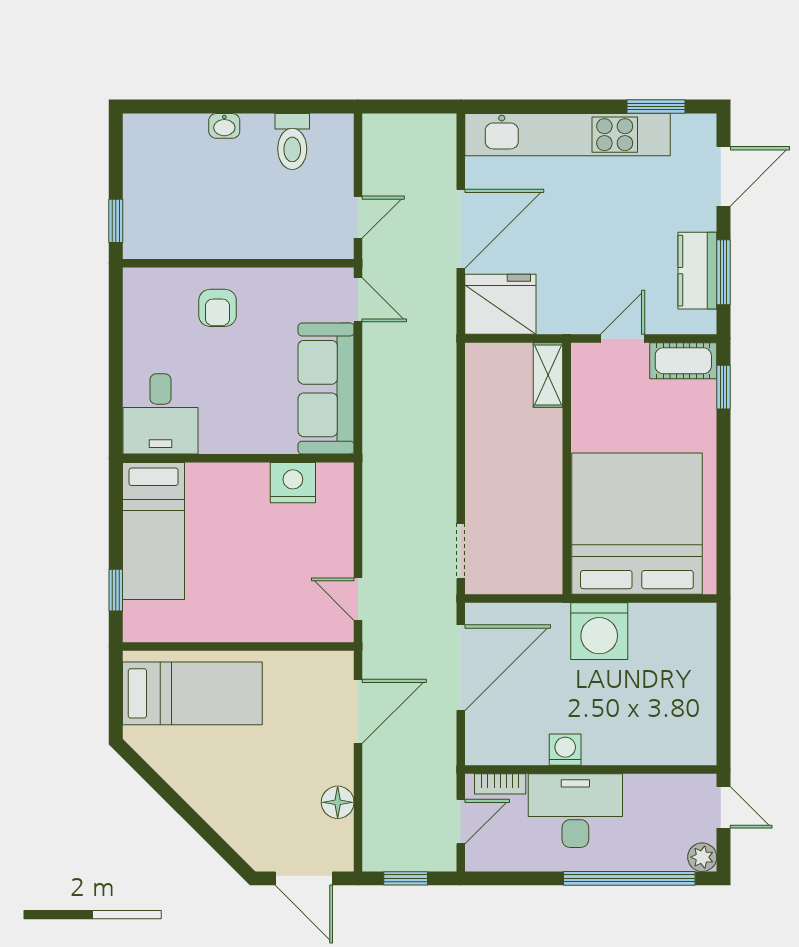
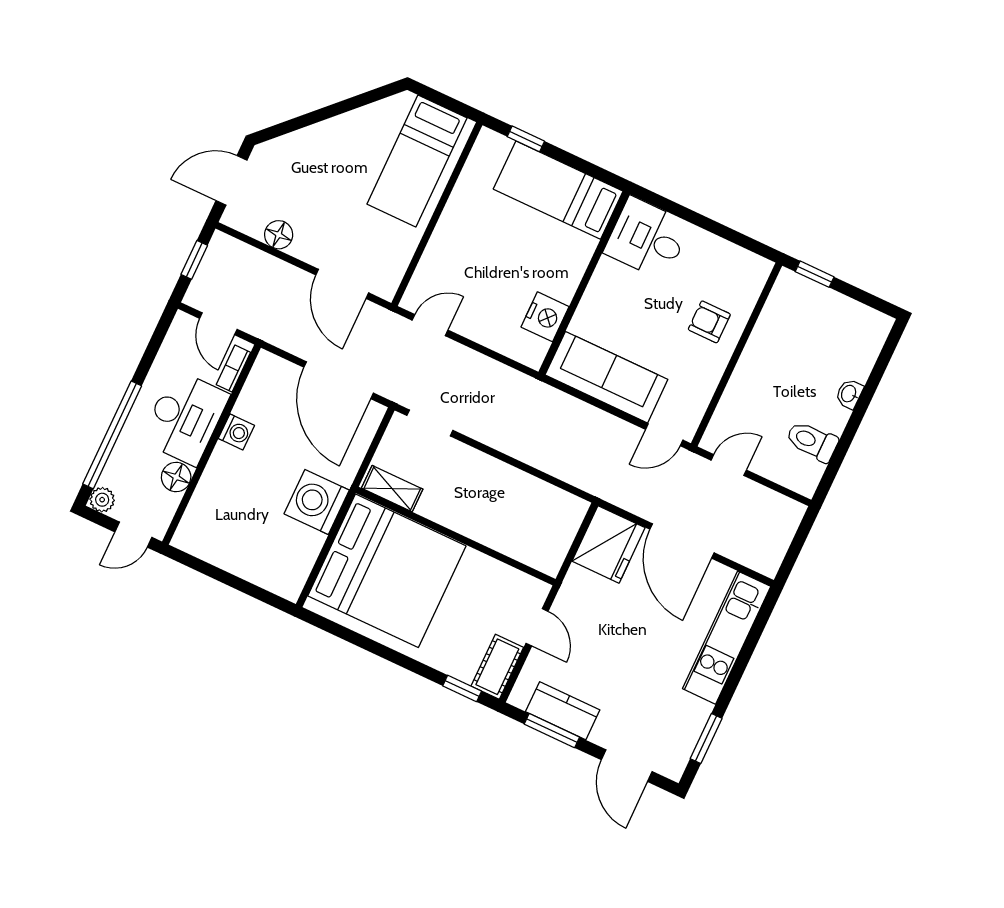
kitchen unit: (567, 135) -> (727, 638), width x0.73
door: (358, 217) -> (729, 465), swing flipped
shelving: (548, 375) -> (392, 489), moved
floor lamp: (642, 791) -> (176, 477), added

